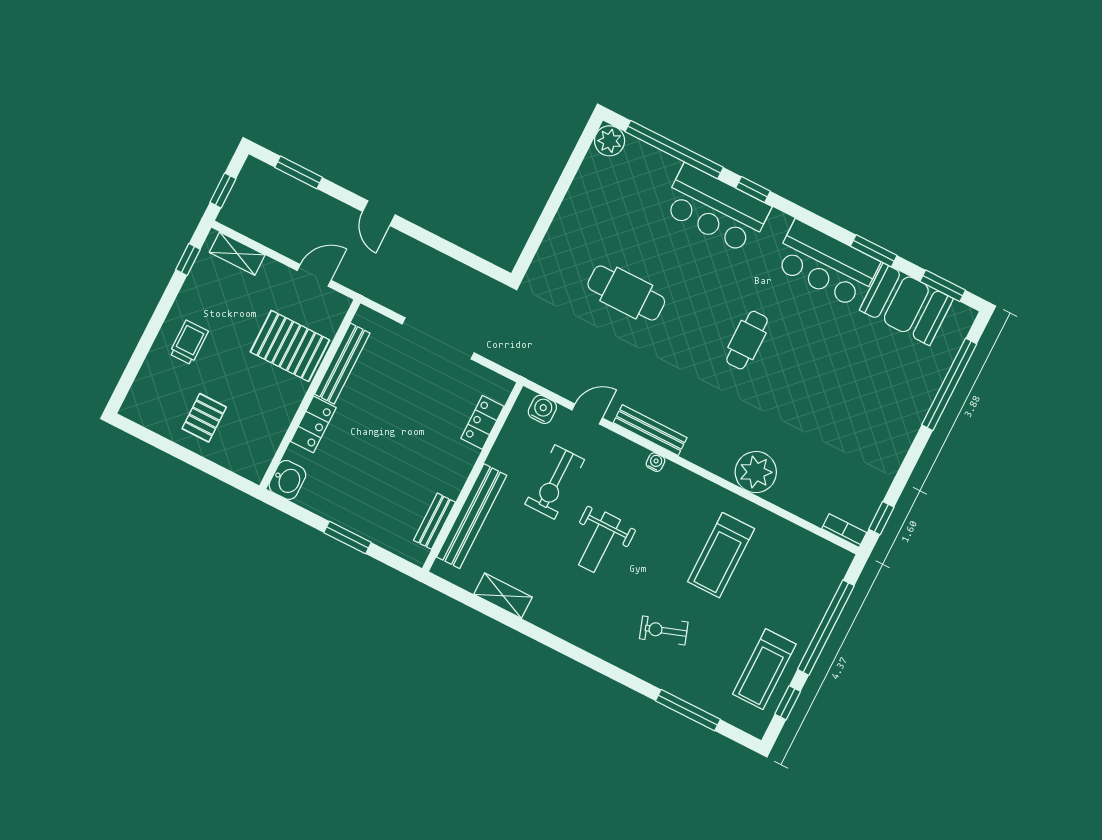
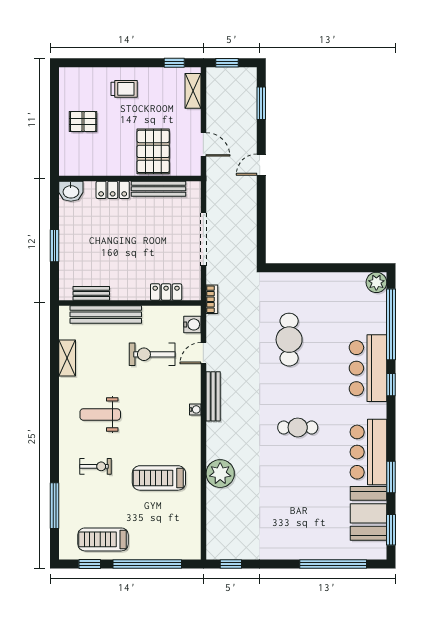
door: (587, 414) -> (203, 353), swing flipped
bookcase: (844, 531) -> (212, 299), moved
weight bench: (599, 542) -> (100, 414), moved
exercise bike: (664, 630) -> (96, 466), turned 109

